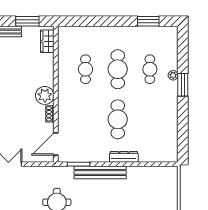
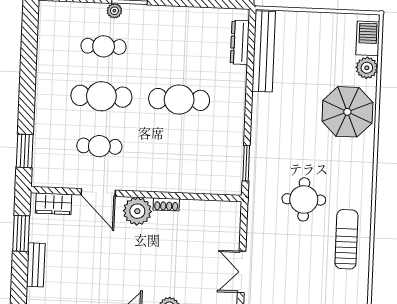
window: (148, 21) -> (25, 151), moved
door: (56, 144) -> (98, 192), moved
dresser: (124, 157) -> (240, 42), moved
bench: (100, 172) -> (264, 51), moved

